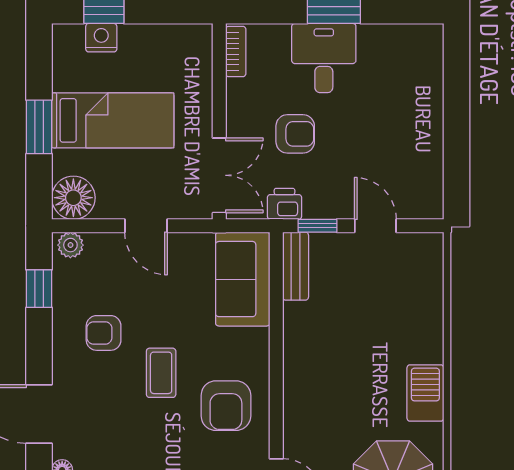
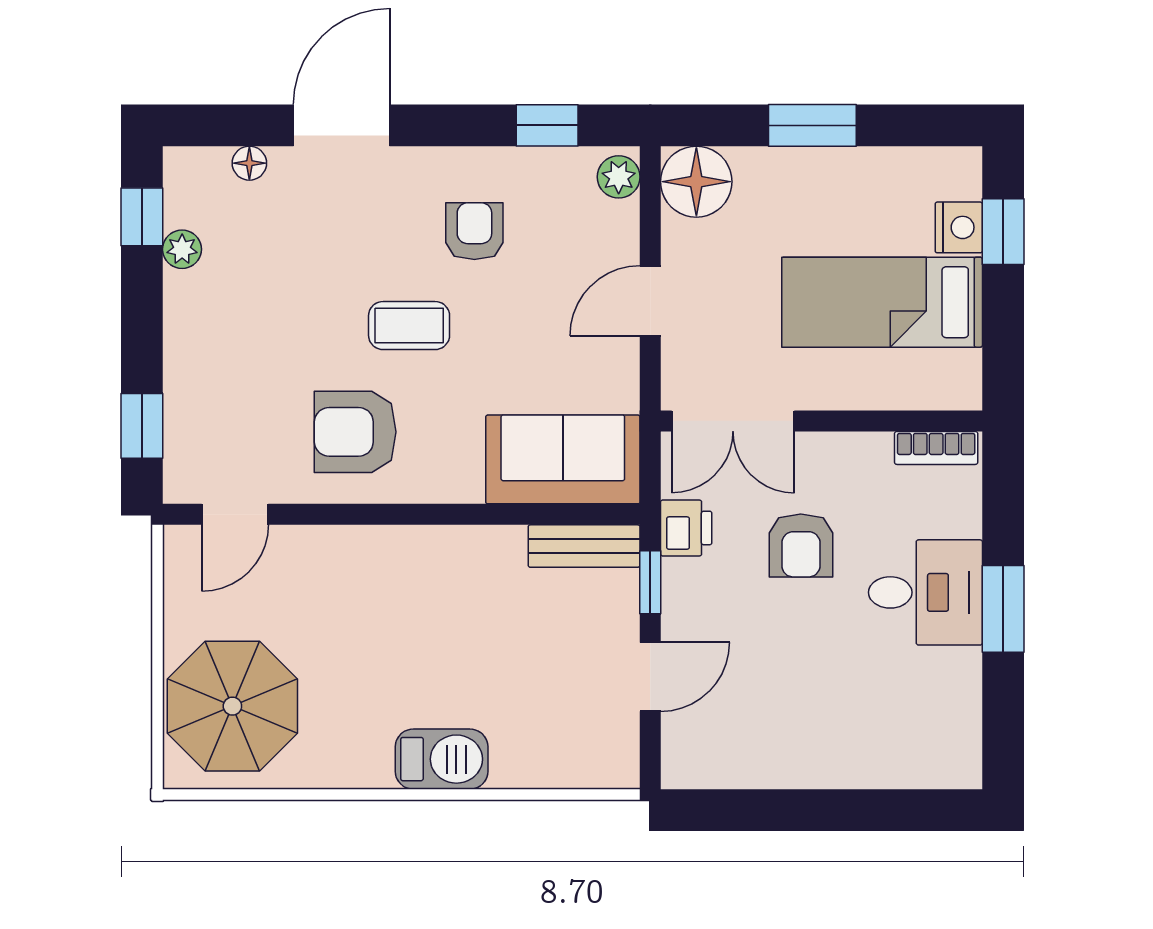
bed: (113, 120) -> (882, 302), moved, turned 90
barbecue: (425, 393) -> (442, 759), moved

